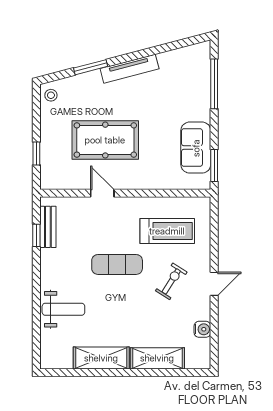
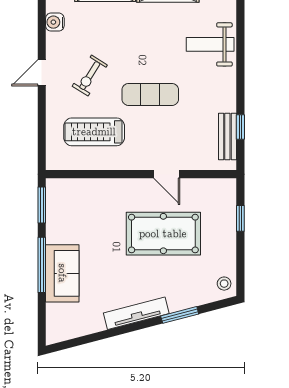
window: (214, 84) -> (42, 265), moved
sofa: (196, 148) -> (62, 273), moved

